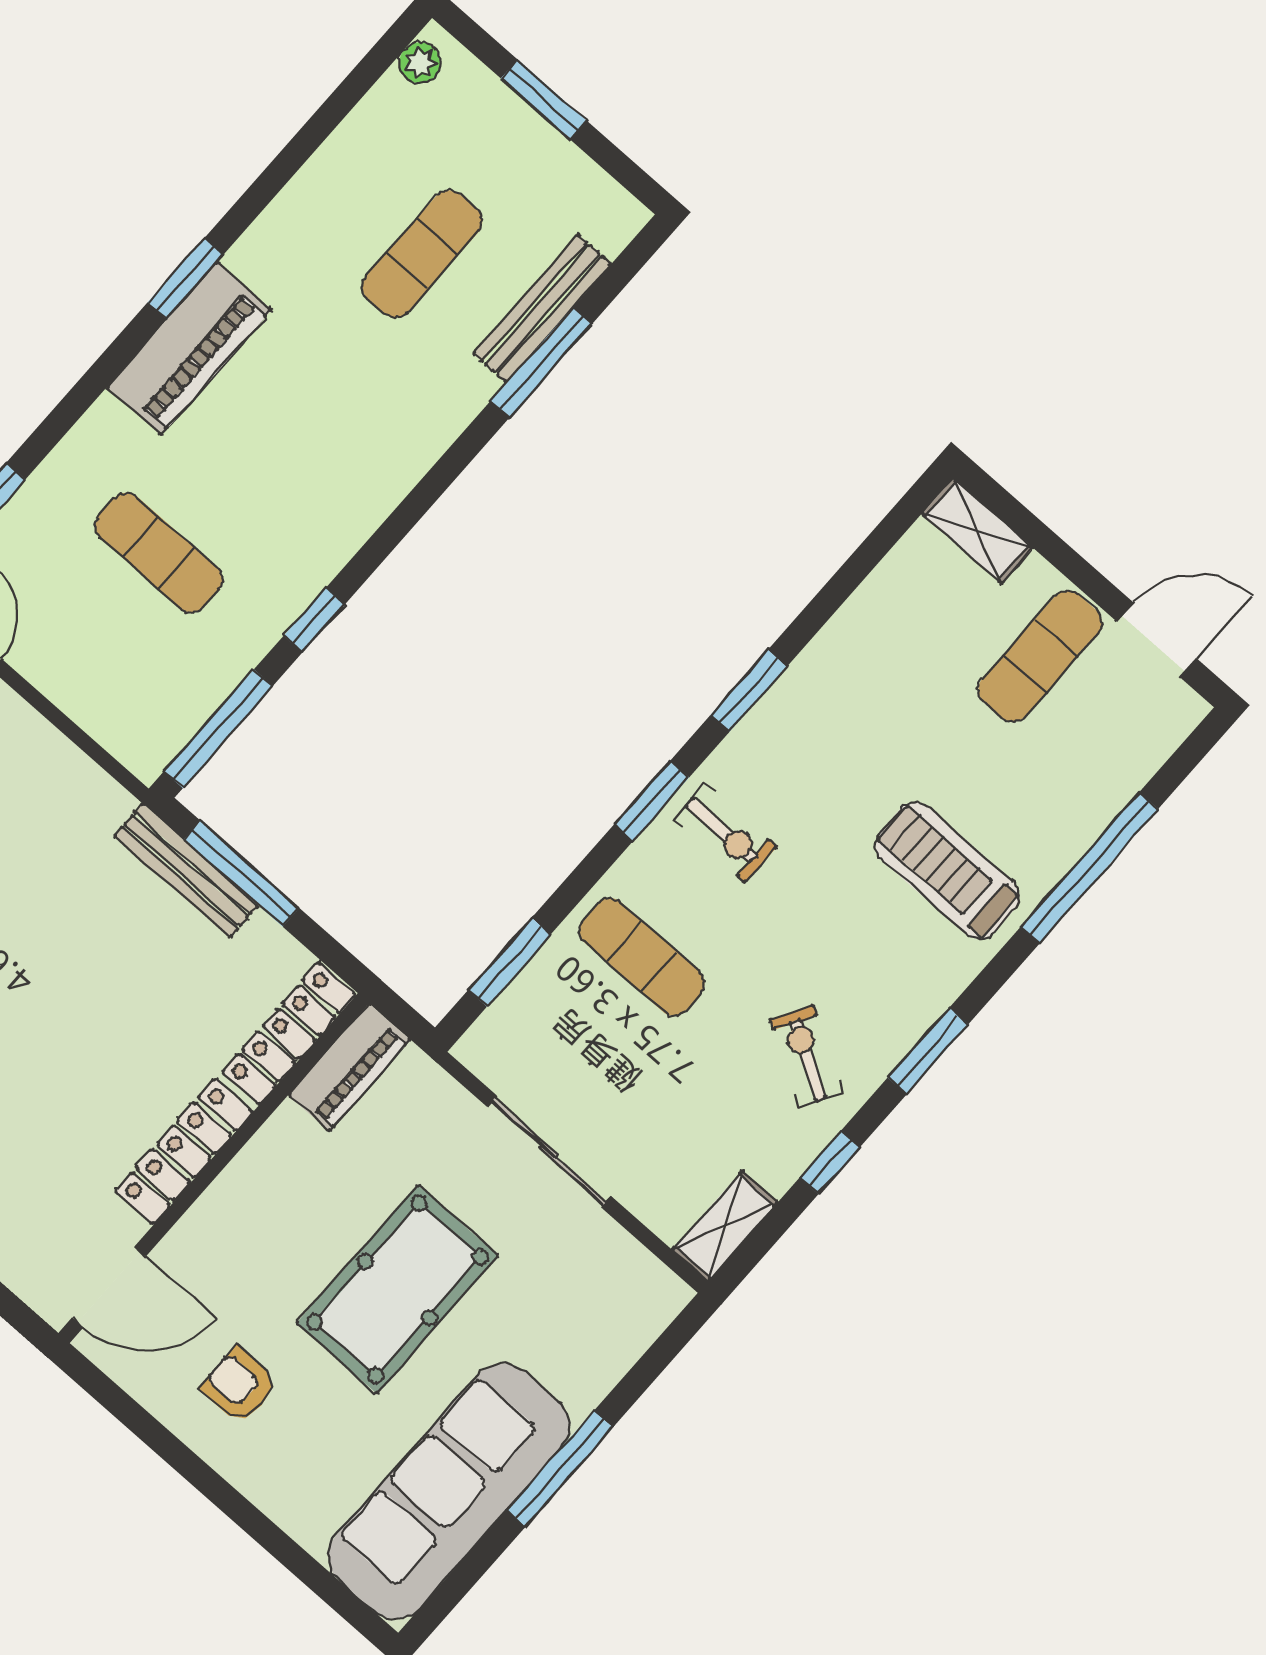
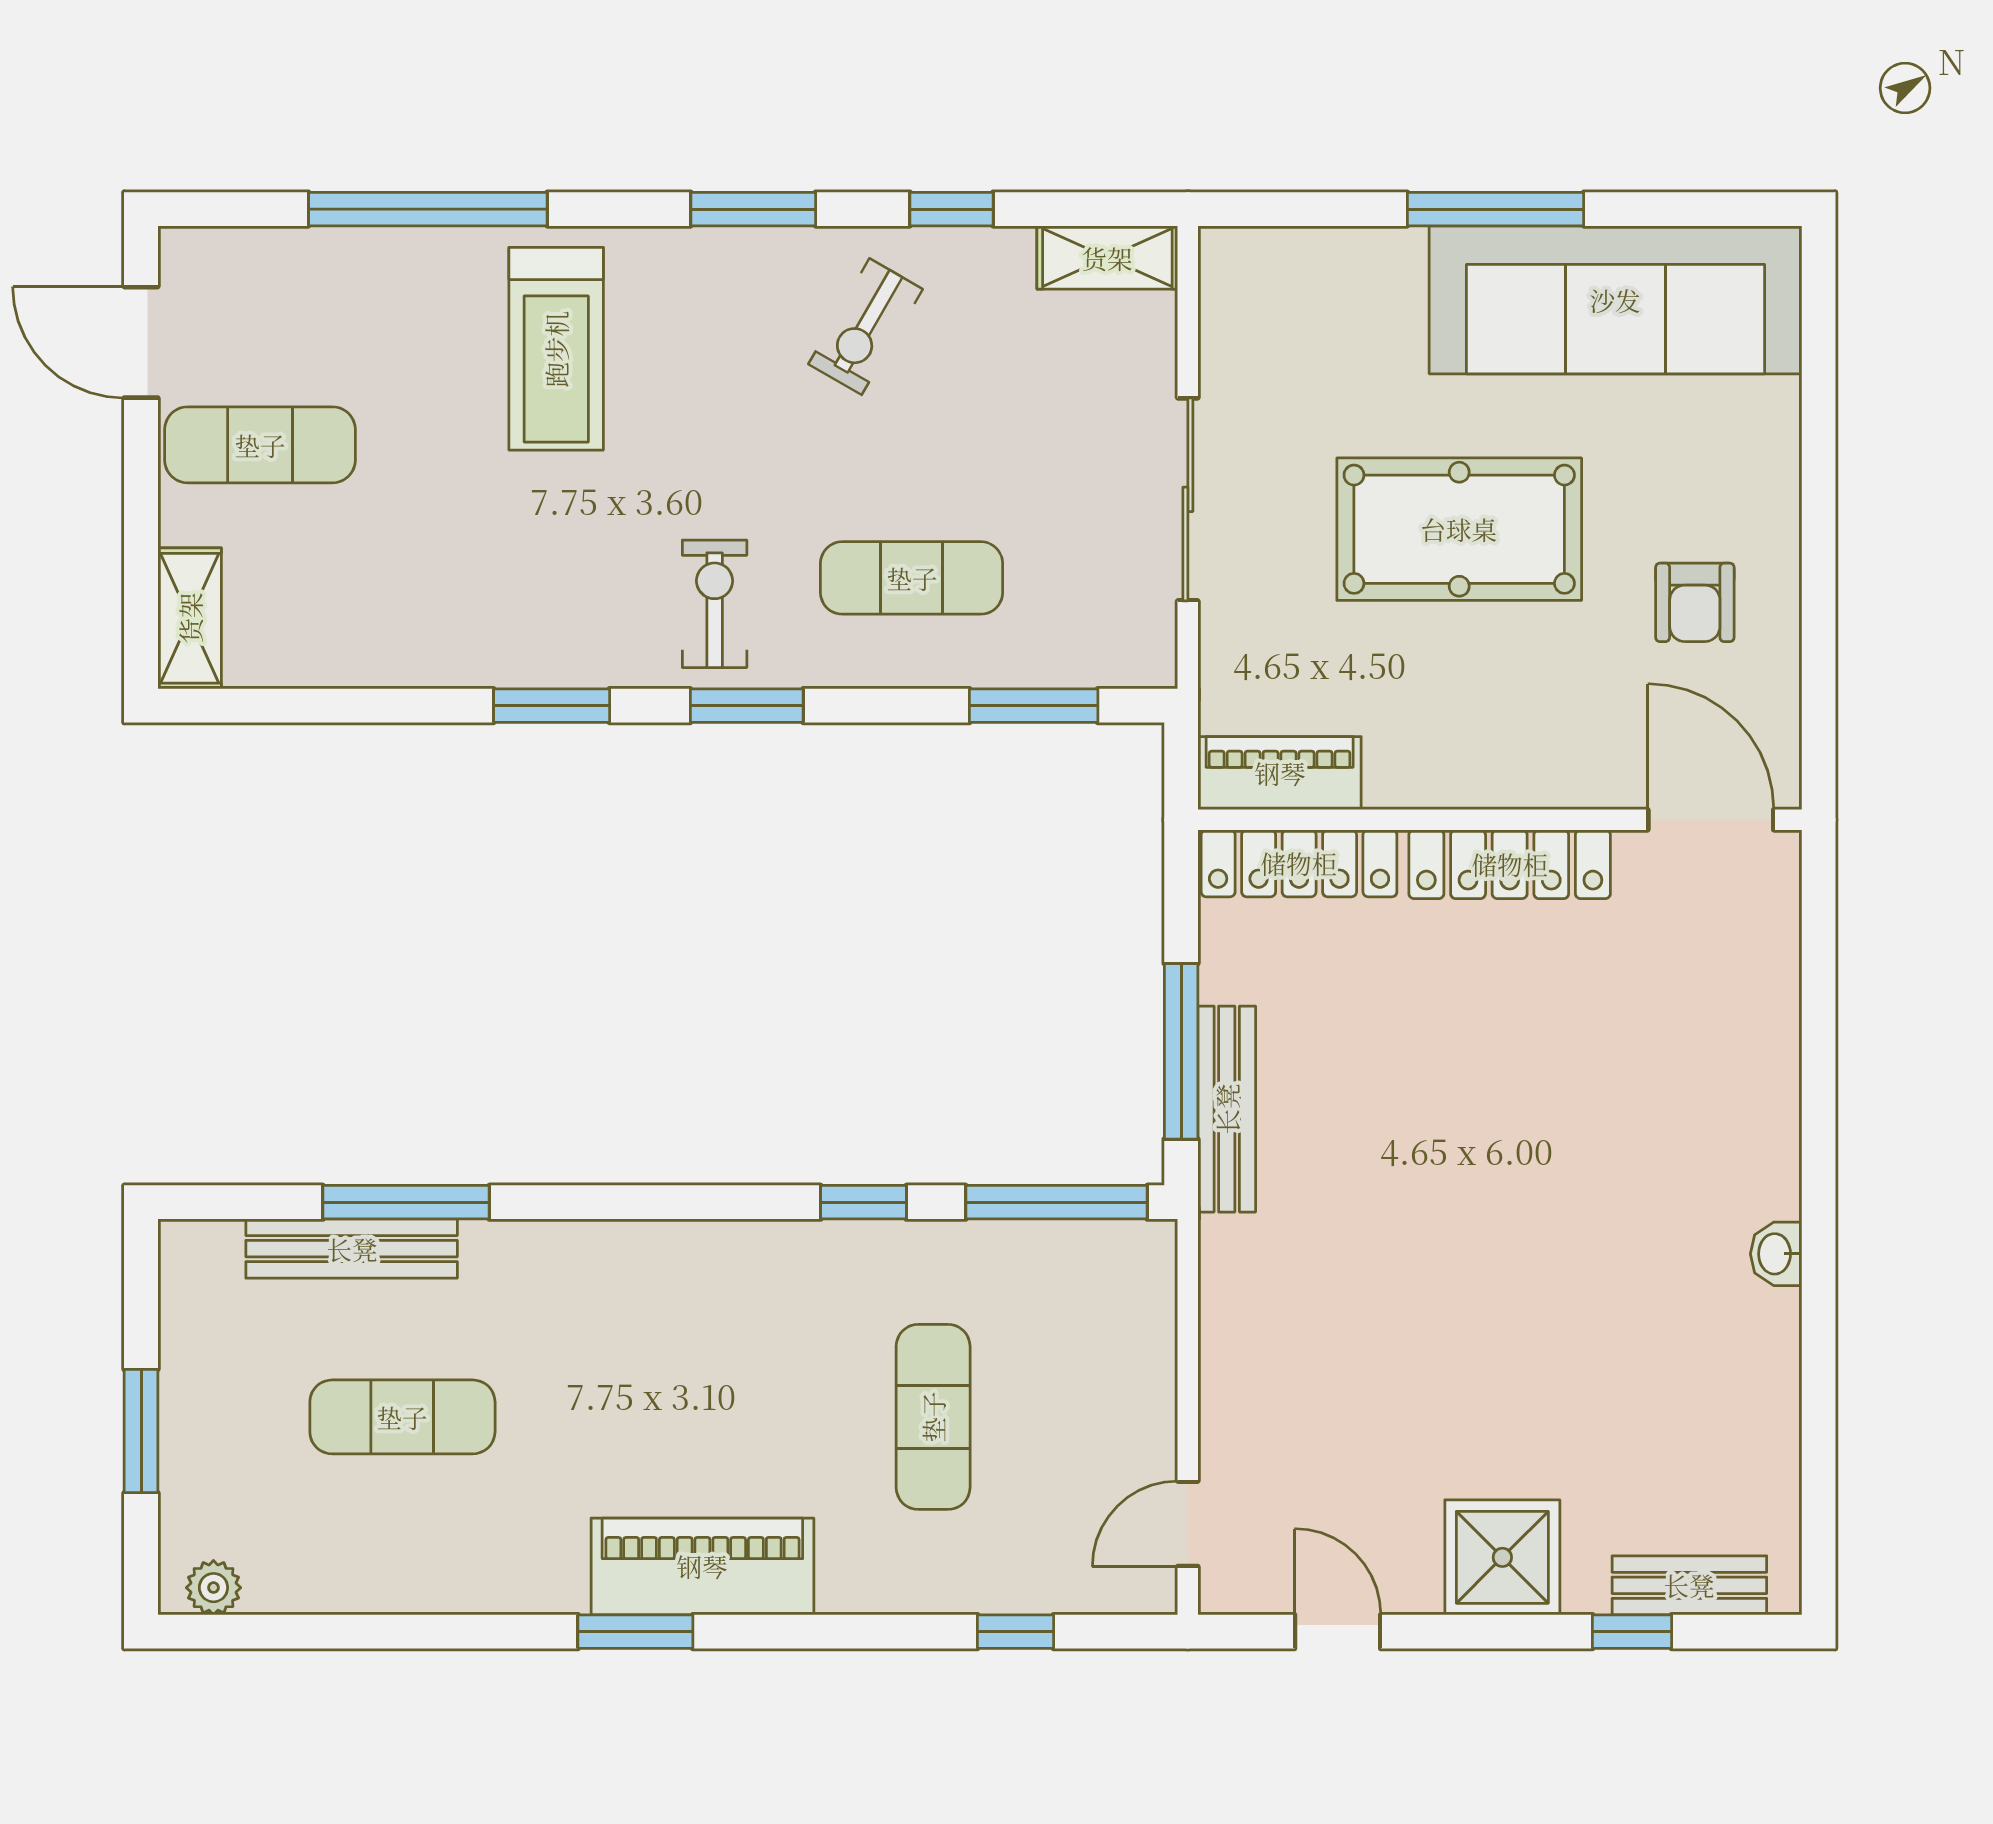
exercise mat: (642, 957) -> (912, 578), turned 90

